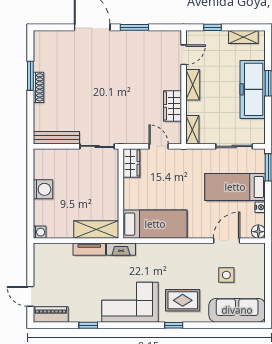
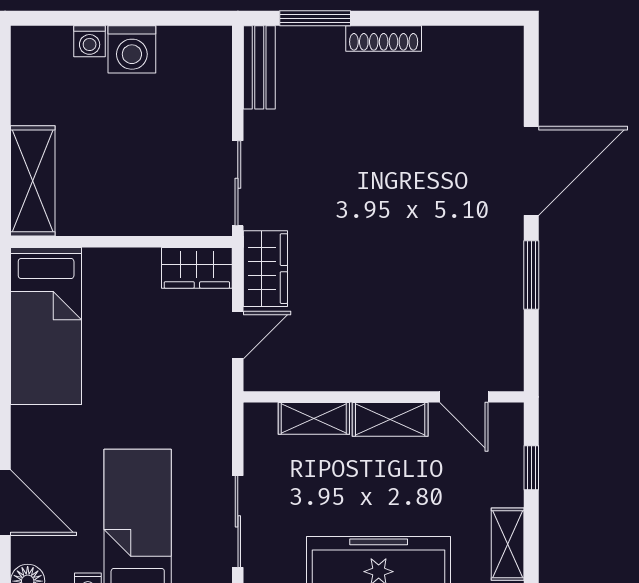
window: (30, 76) -> (315, 18), moved
wardrobe: (172, 106) -> (265, 269), moved, turned 90
shelving: (192, 130) -> (314, 418), moved
bench: (56, 138) -> (259, 67), width x0.73
washing machine: (40, 232) -> (90, 41), moved

